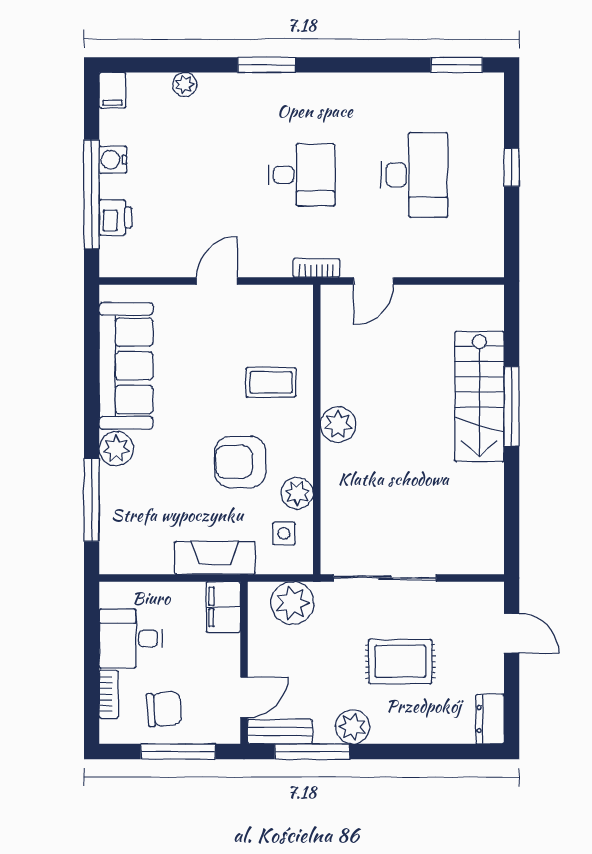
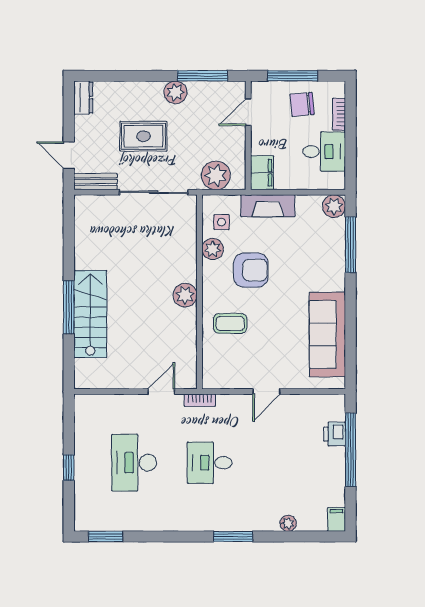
water cooler: (113, 160) -> (336, 473), removed
plant: (116, 449) -> (334, 206), moved
bench: (280, 732) -> (96, 182), moved

